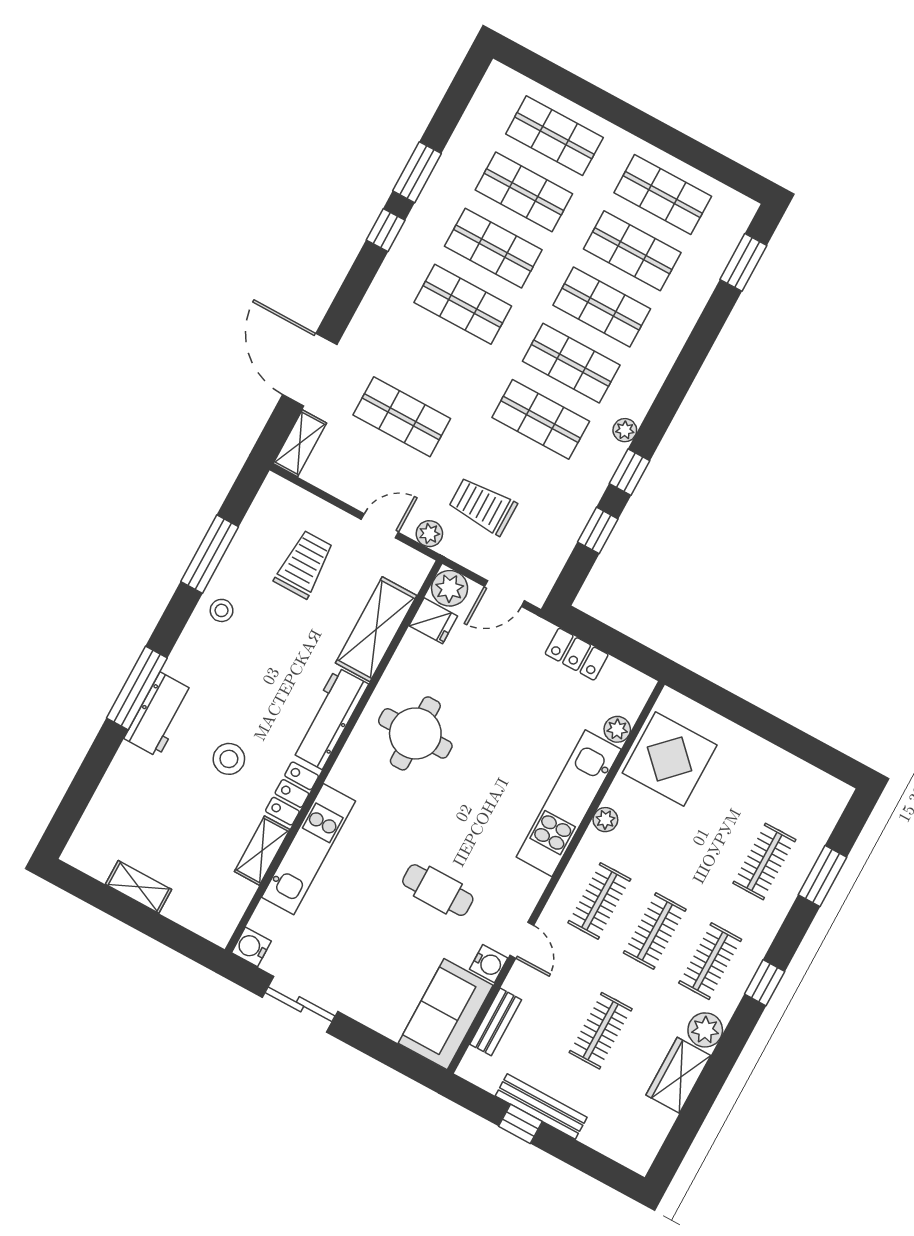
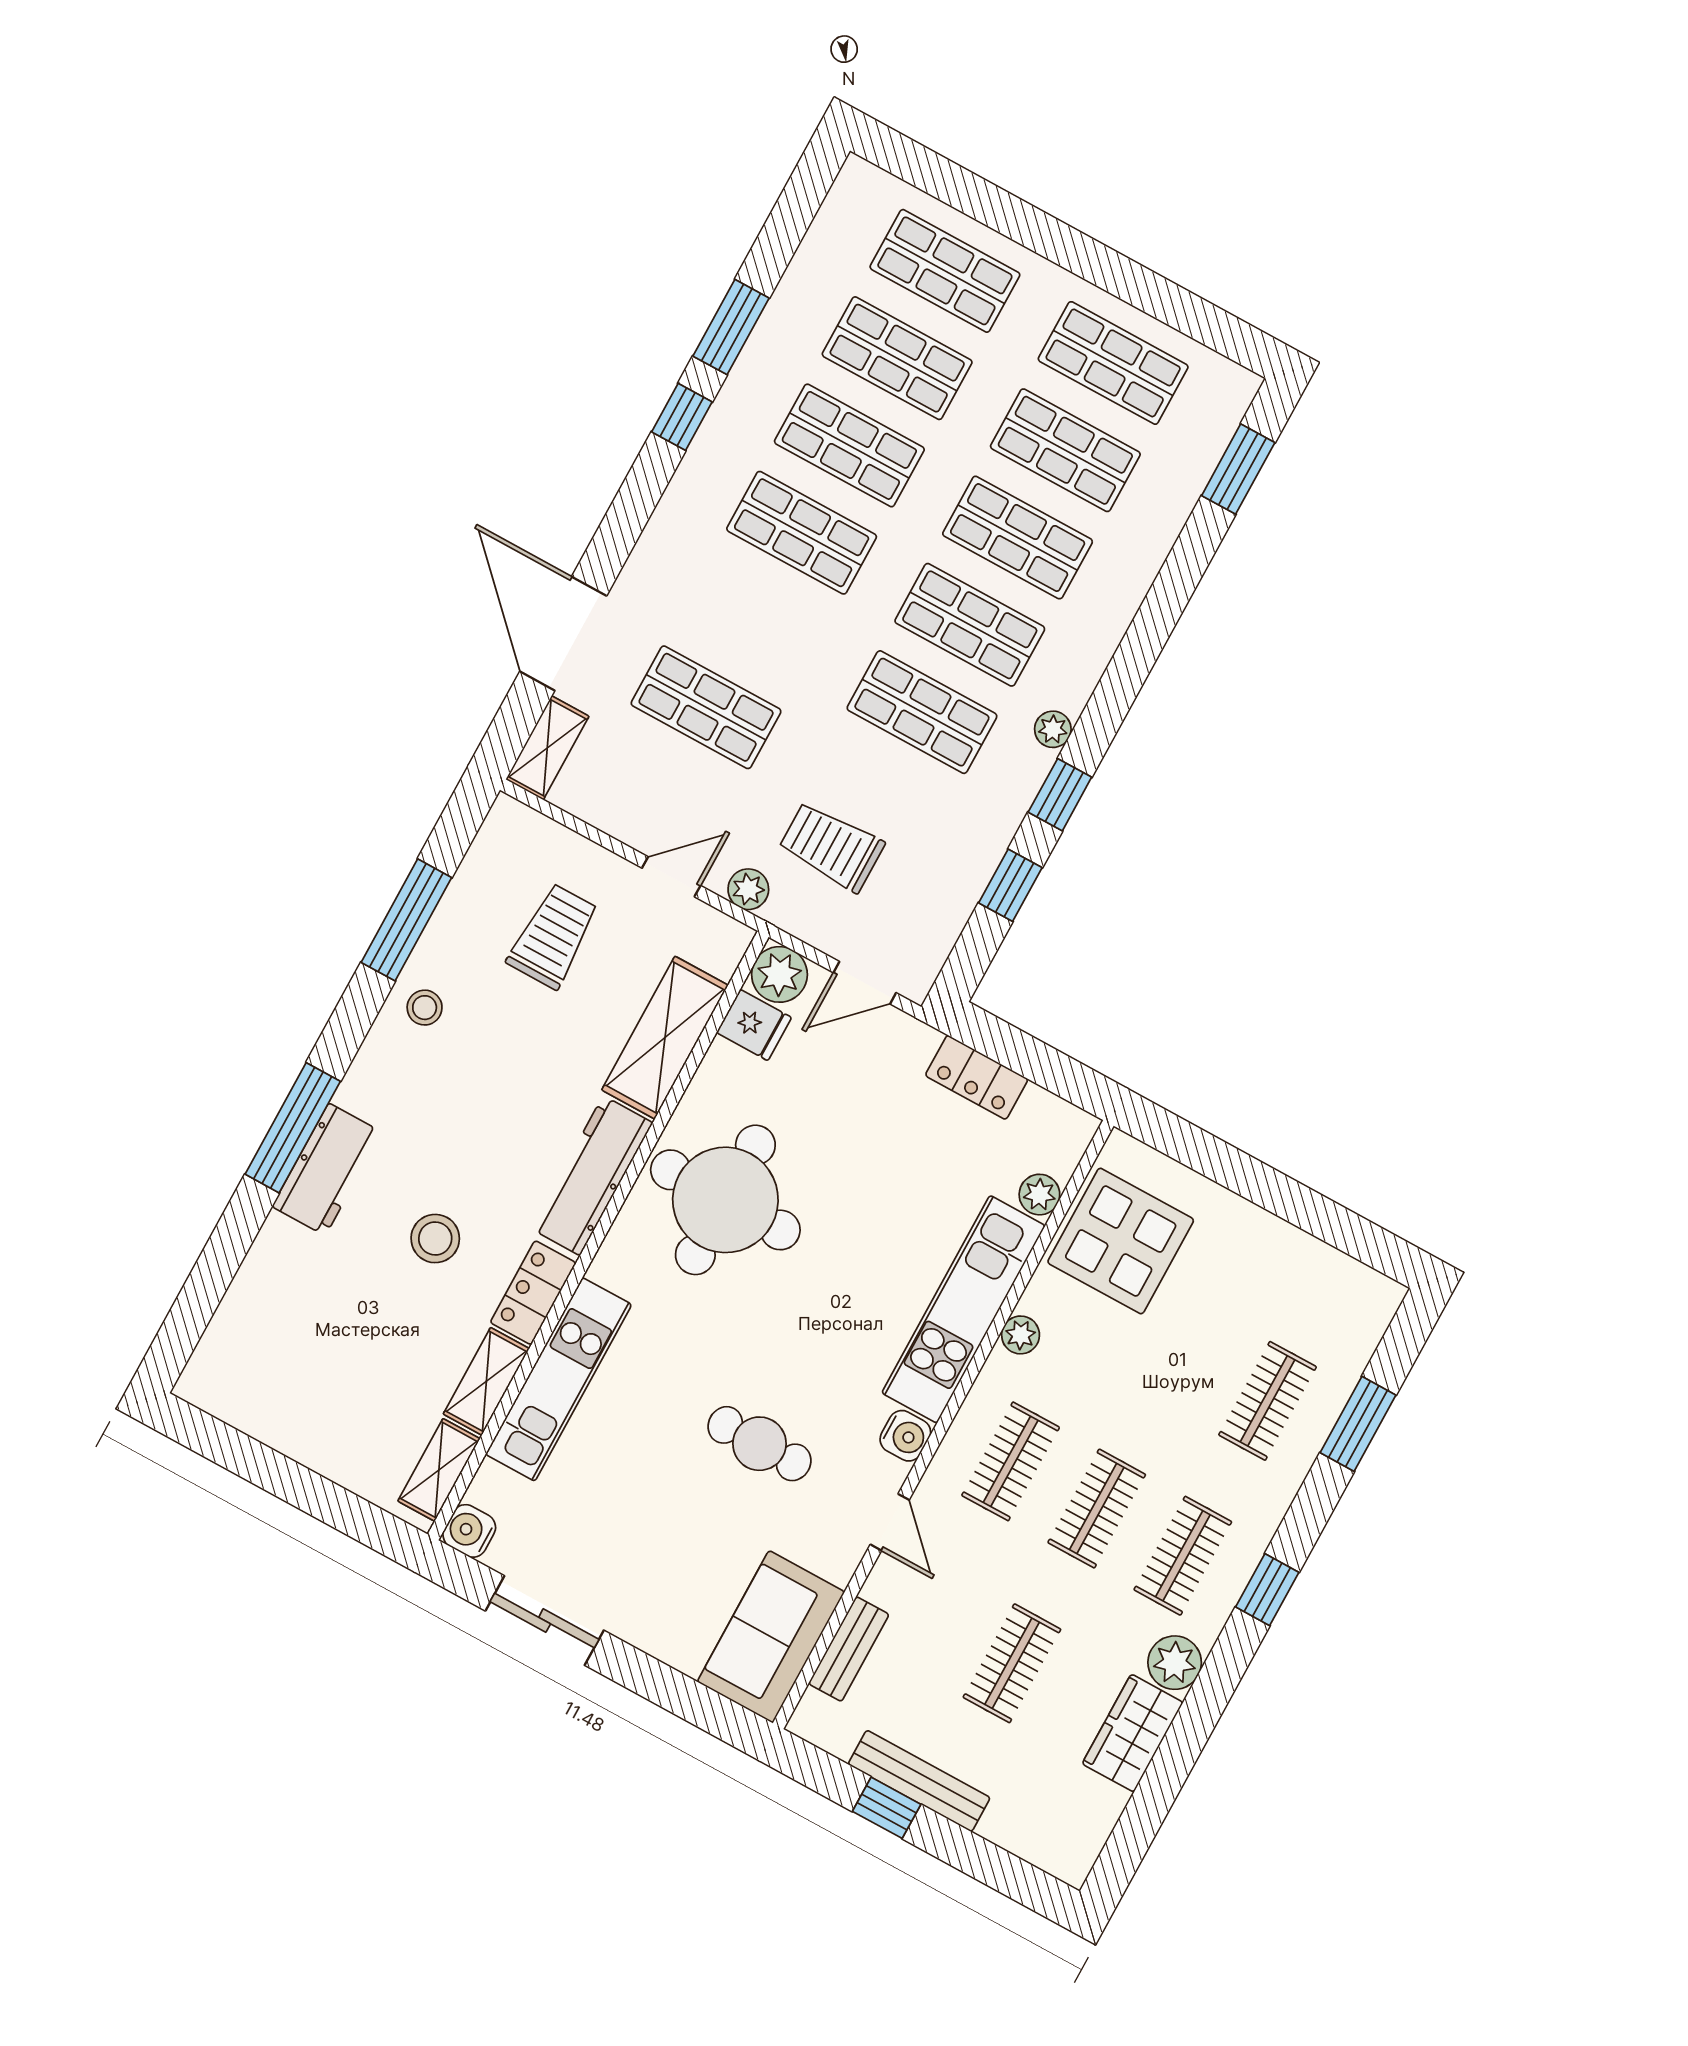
round table: (415, 733) -> (725, 1200), width x1.36, depth x1.36
shelving: (139, 887) -> (439, 1470), moved, turned 90
water cooler: (489, 964) -> (905, 1436), moved

